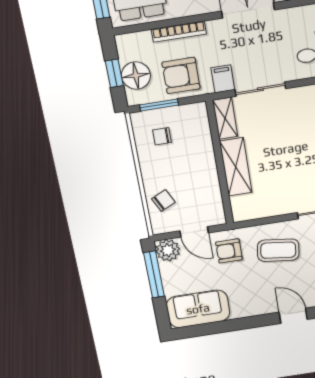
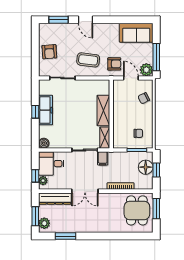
armchair: (181, 76) -> (123, 164), removed

